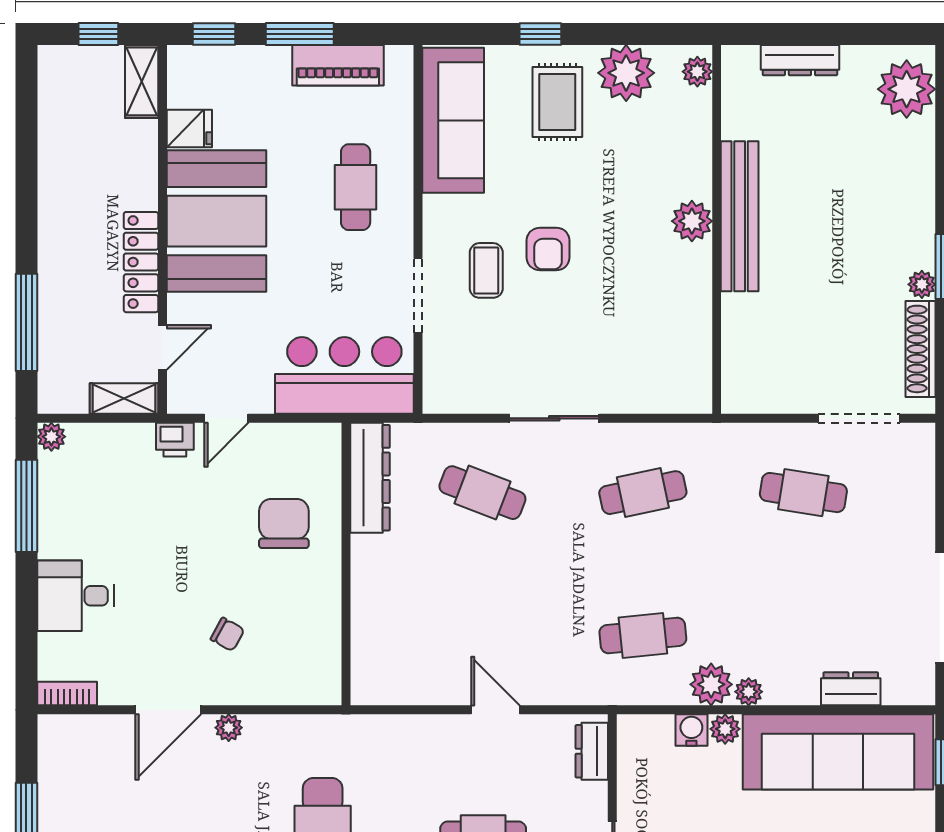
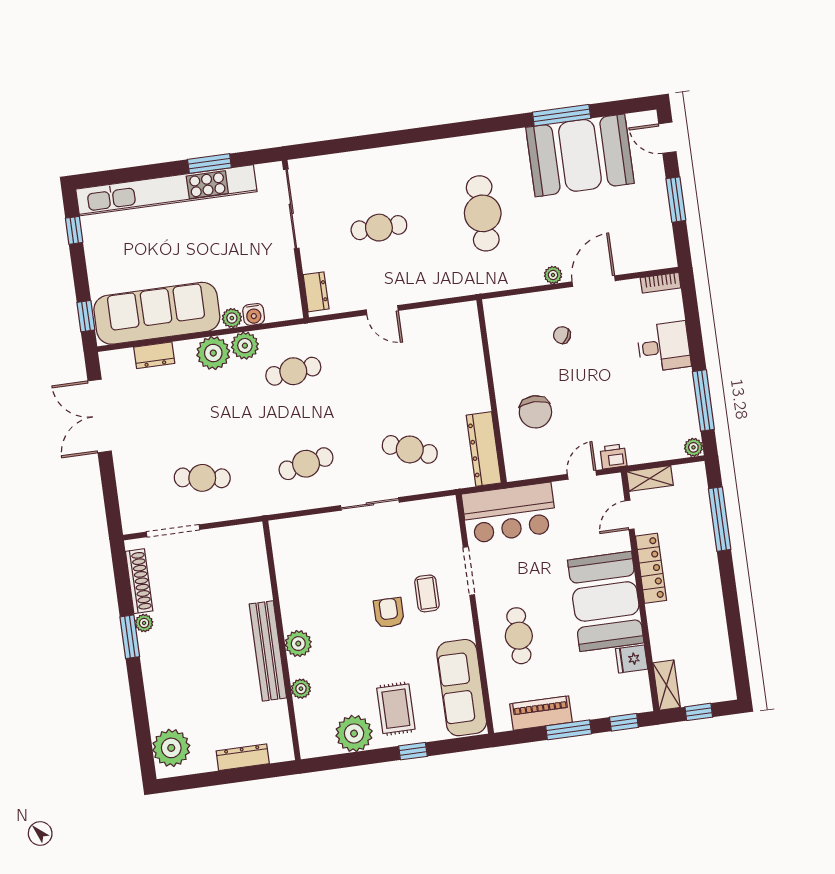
plant: (697, 72) -> (301, 689), moved
plant: (749, 692) -> (213, 353), width x1.87, depth x1.87

